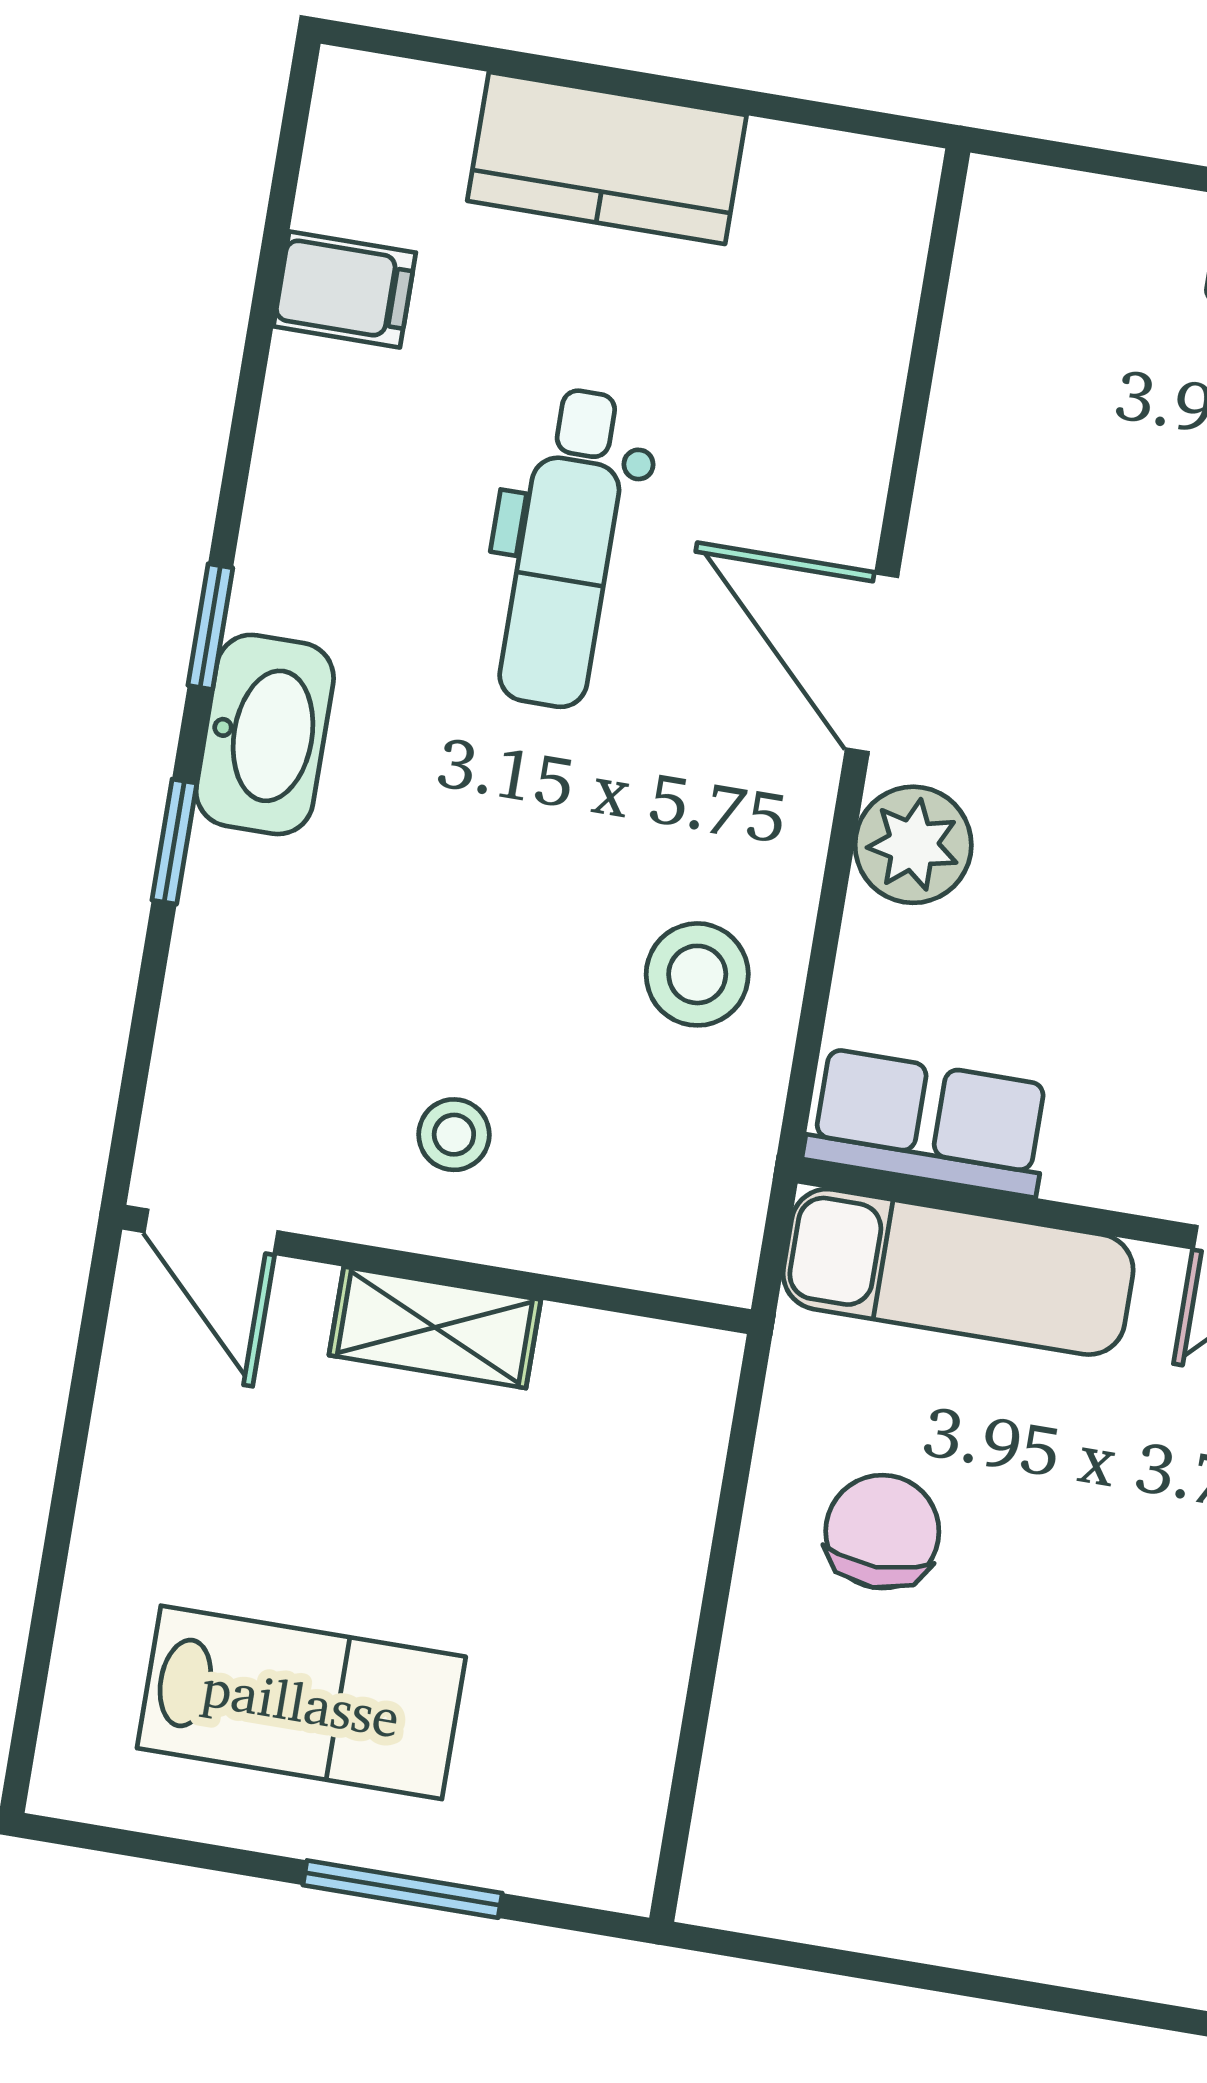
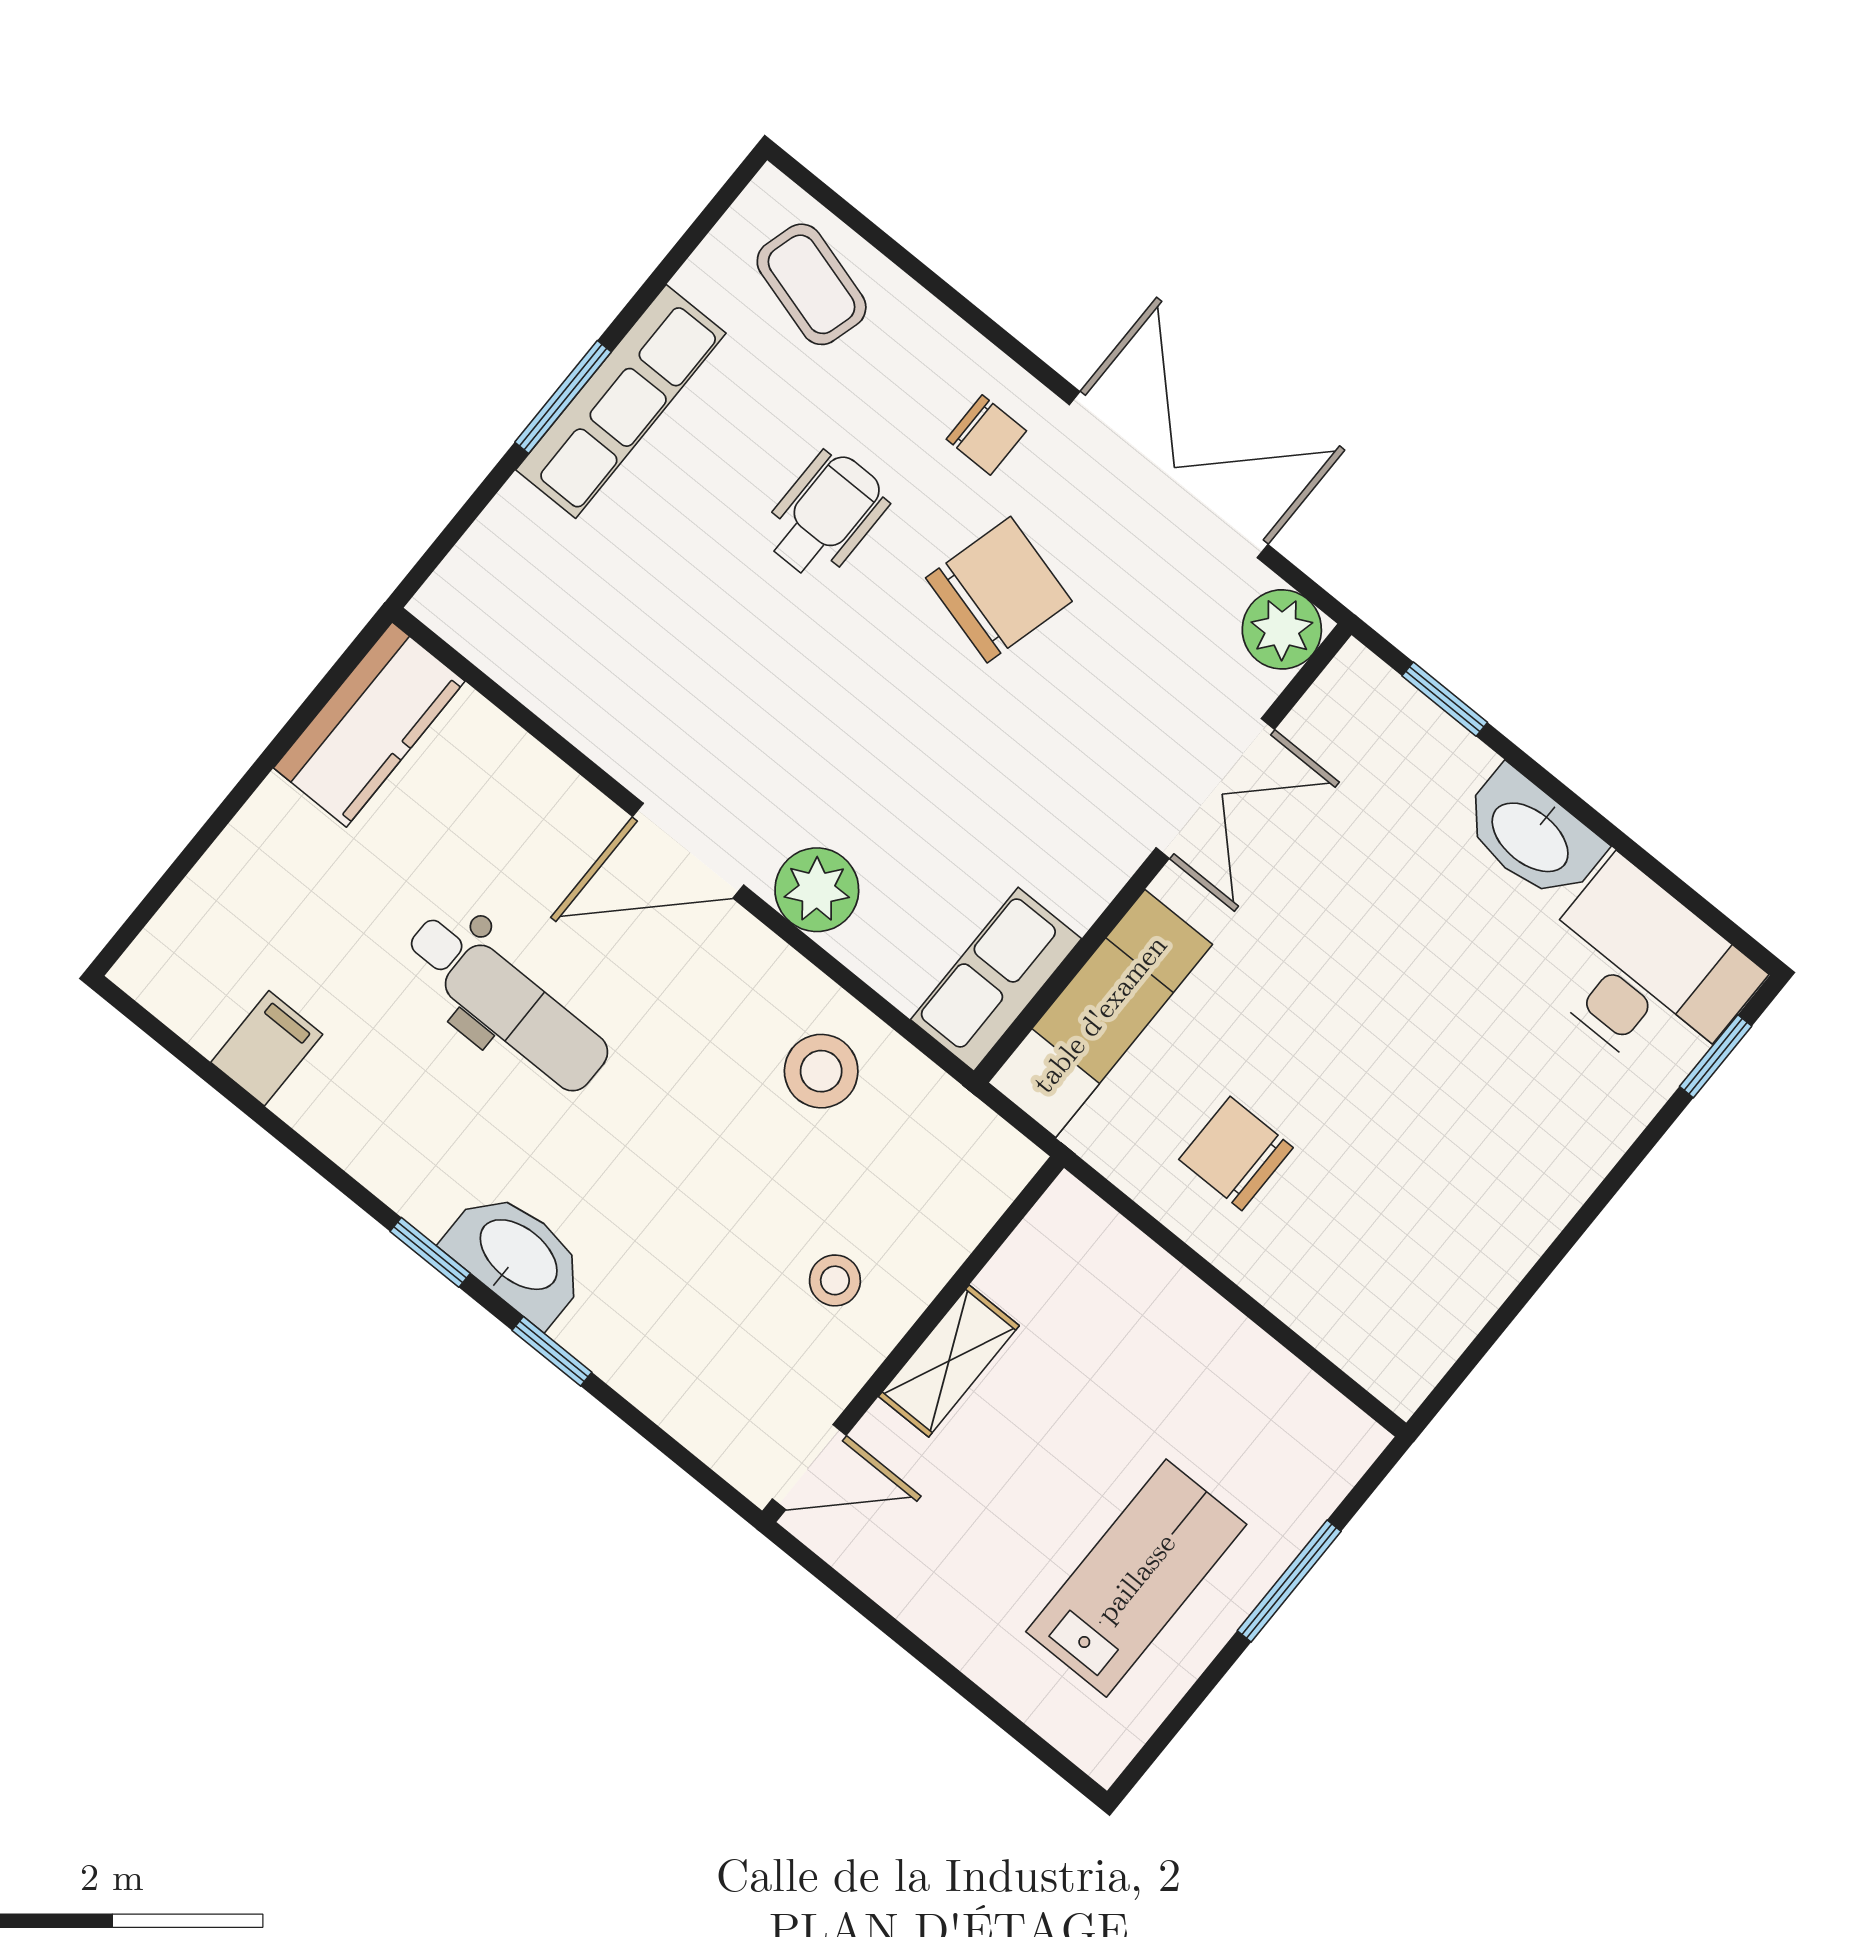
kitchen counter: (607, 158) -> (369, 725), moved

